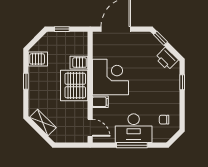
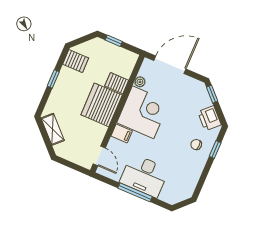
plant: (97, 53) -> (140, 82), added
chair: (164, 120) -> (196, 145), moved

